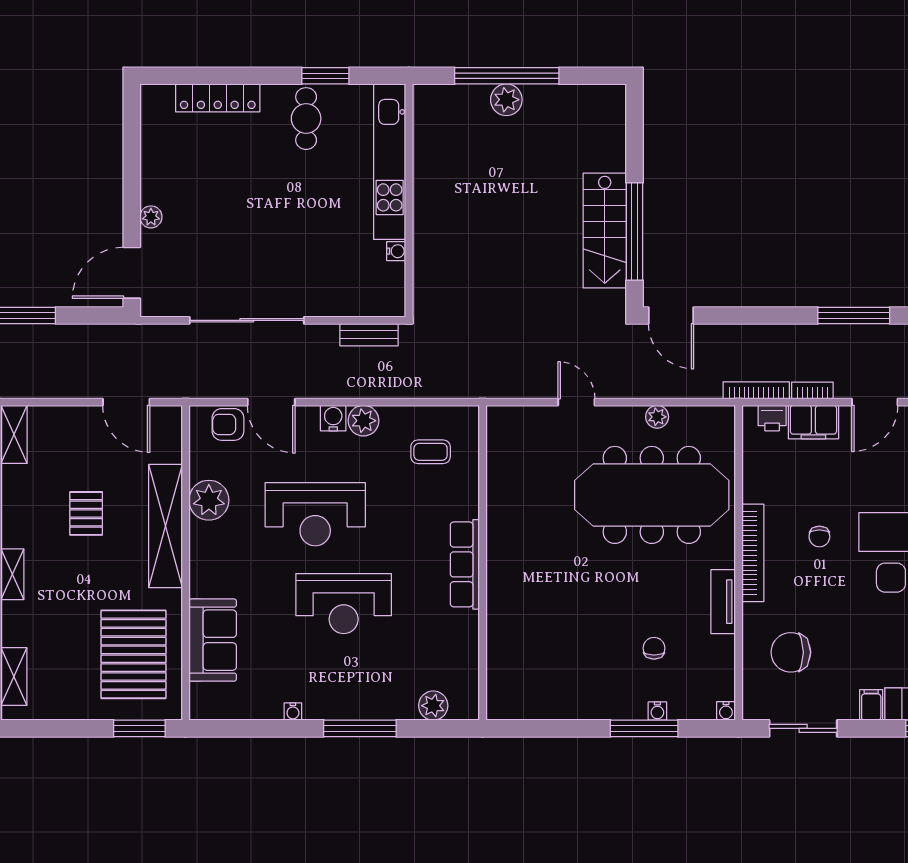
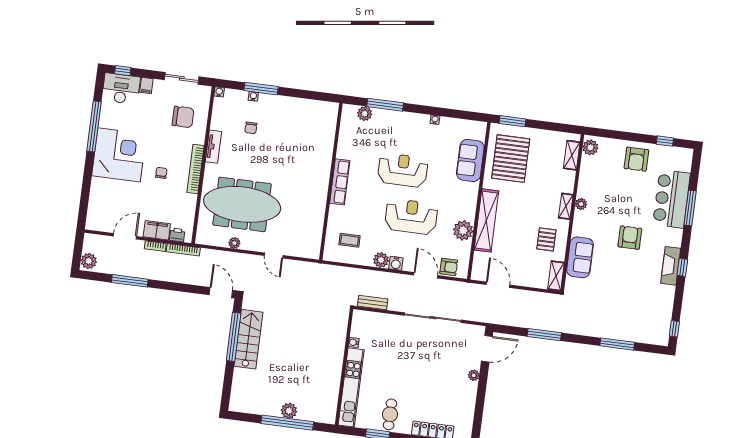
pallet: (86, 513) -> (546, 239), moved
window: (360, 728) -> (385, 105), moved

